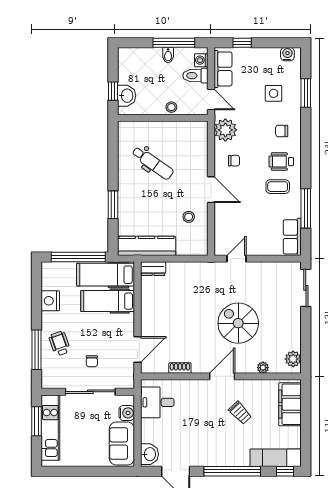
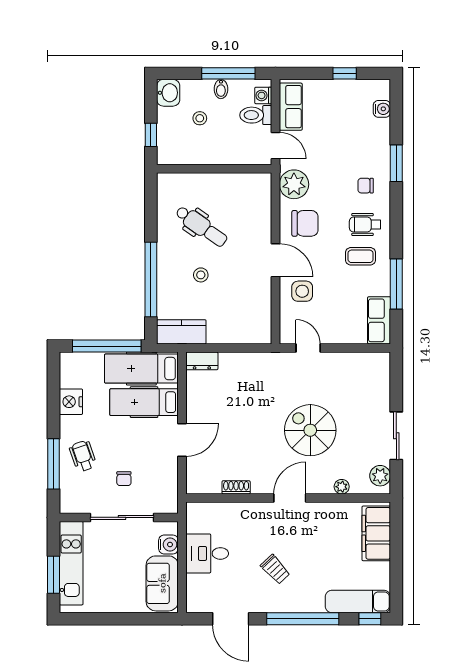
window: (242, 43) -> (345, 73), moved
water cooler: (287, 54) -> (382, 109), moved, turned 90
side table: (274, 93) -> (302, 291), moved
window: (306, 93) -> (396, 163), moved
washbasin: (127, 96) -> (168, 93), moved
stool: (171, 107) -> (200, 118), moved
chair: (234, 161) -> (305, 223), width x1.87, depth x1.87
window: (113, 205) -> (151, 280), width x2.11
stool: (189, 217) -> (201, 275), moved
kitchen counter: (147, 246) -> (181, 332), width x0.67
door: (236, 259) -> (308, 348), hinge flipped
sliding door: (306, 288) -> (396, 436), moved
door: (137, 349) -> (182, 440), moved
desk: (157, 402) -> (207, 553), moved
trolley: (240, 413) -> (275, 569), moved
window: (36, 421) -> (53, 575), moved
washbasin: (149, 454) -> (197, 597), removed

